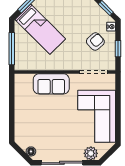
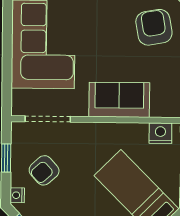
nightstand: (27, 64) -> (160, 133), added
armchair: (31, 127) -> (154, 27), added

